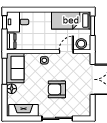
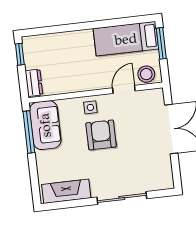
desk: (18, 22) -> (41, 51), removed
floor lamp: (12, 89) -> (43, 159), removed
armchair: (57, 89) -> (101, 135), moved, turned 90

